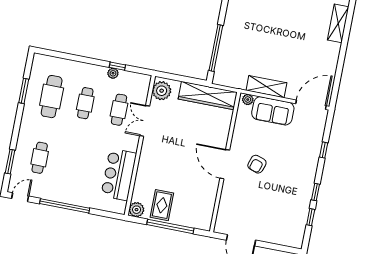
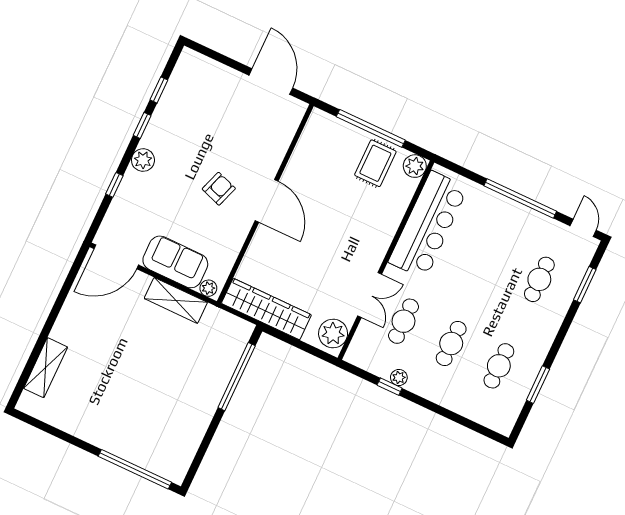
cafe table: (52, 97) -> (499, 366), width x0.73, depth x0.74
plant: (310, 170) -> (143, 160), added
bar counter: (119, 175) -> (428, 225), width x1.36
door: (20, 197) -> (583, 228), swing flipped

